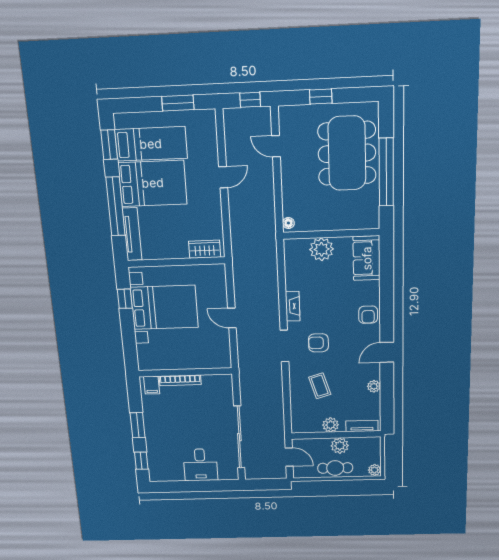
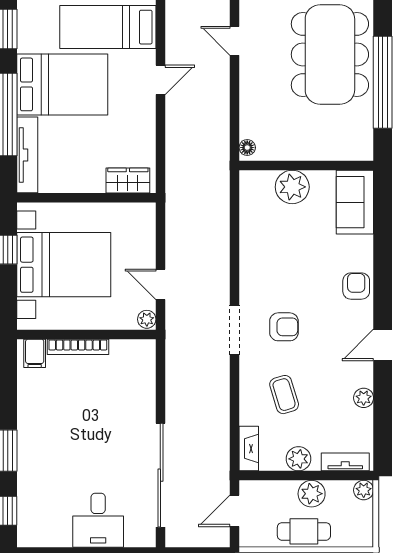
bed: (151, 144) -> (108, 27), moved, turned 180
fireplace: (293, 306) -> (249, 449), moved
armchair: (368, 315) -> (356, 286), turned 180
plant: (224, 341) -> (147, 319), added
armchair: (318, 343) -> (284, 327), turned 180
wall: (185, 372) -> (86, 334), moved
bookcase: (180, 380) -> (78, 347), moved
filing cabinet: (152, 385) -> (35, 353), moved
door: (289, 457) -> (235, 511), swing flipped
plant: (375, 470) -> (364, 490), moved

